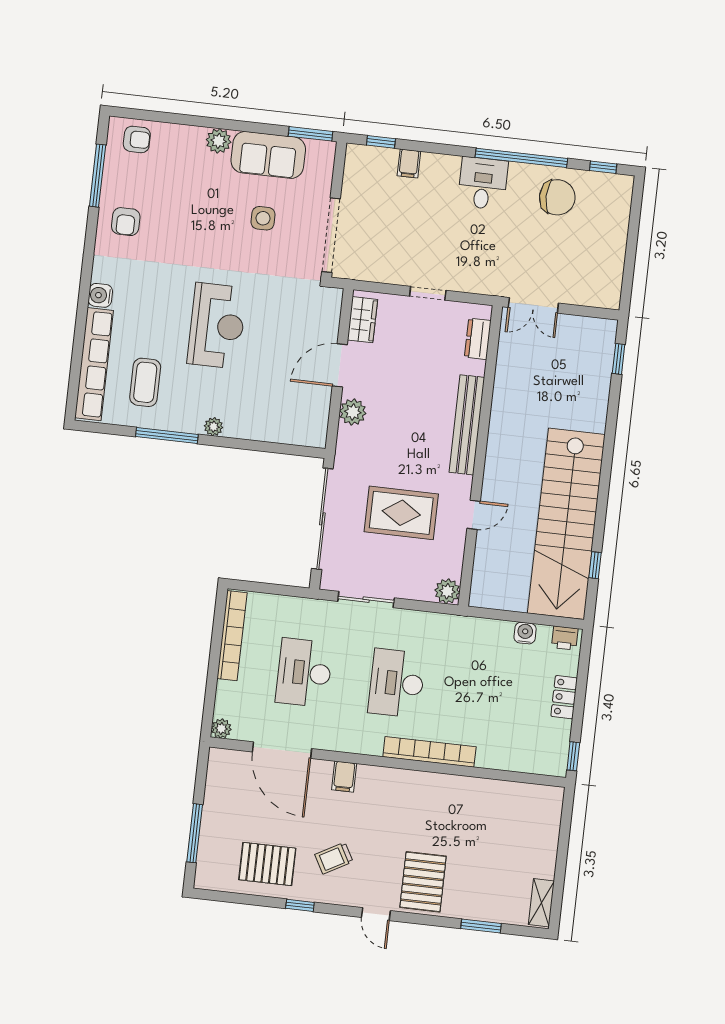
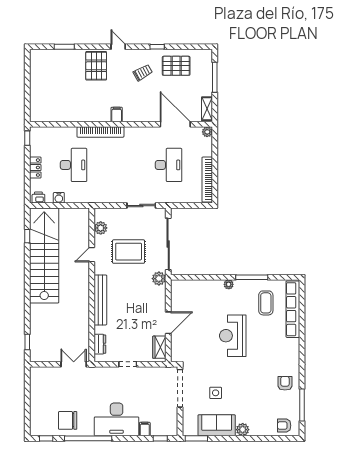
desk: (483, 183) -> (117, 419), width x1.87, depth x1.30
water cooler: (100, 295) -> (294, 344), removed
plant: (353, 412) -> (159, 279), moved
plant: (447, 591) -> (101, 228), moved
desk: (397, 683) -> (73, 165), moved
filing cabinet: (344, 777) -> (117, 115), moved
shelving: (541, 903) -> (207, 109), moved

